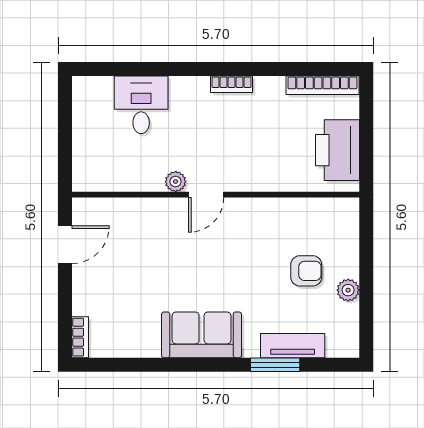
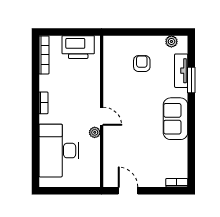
desk: (141, 105) -> (59, 151), width x1.87, depth x1.30
plant: (348, 290) -> (171, 41), moved

